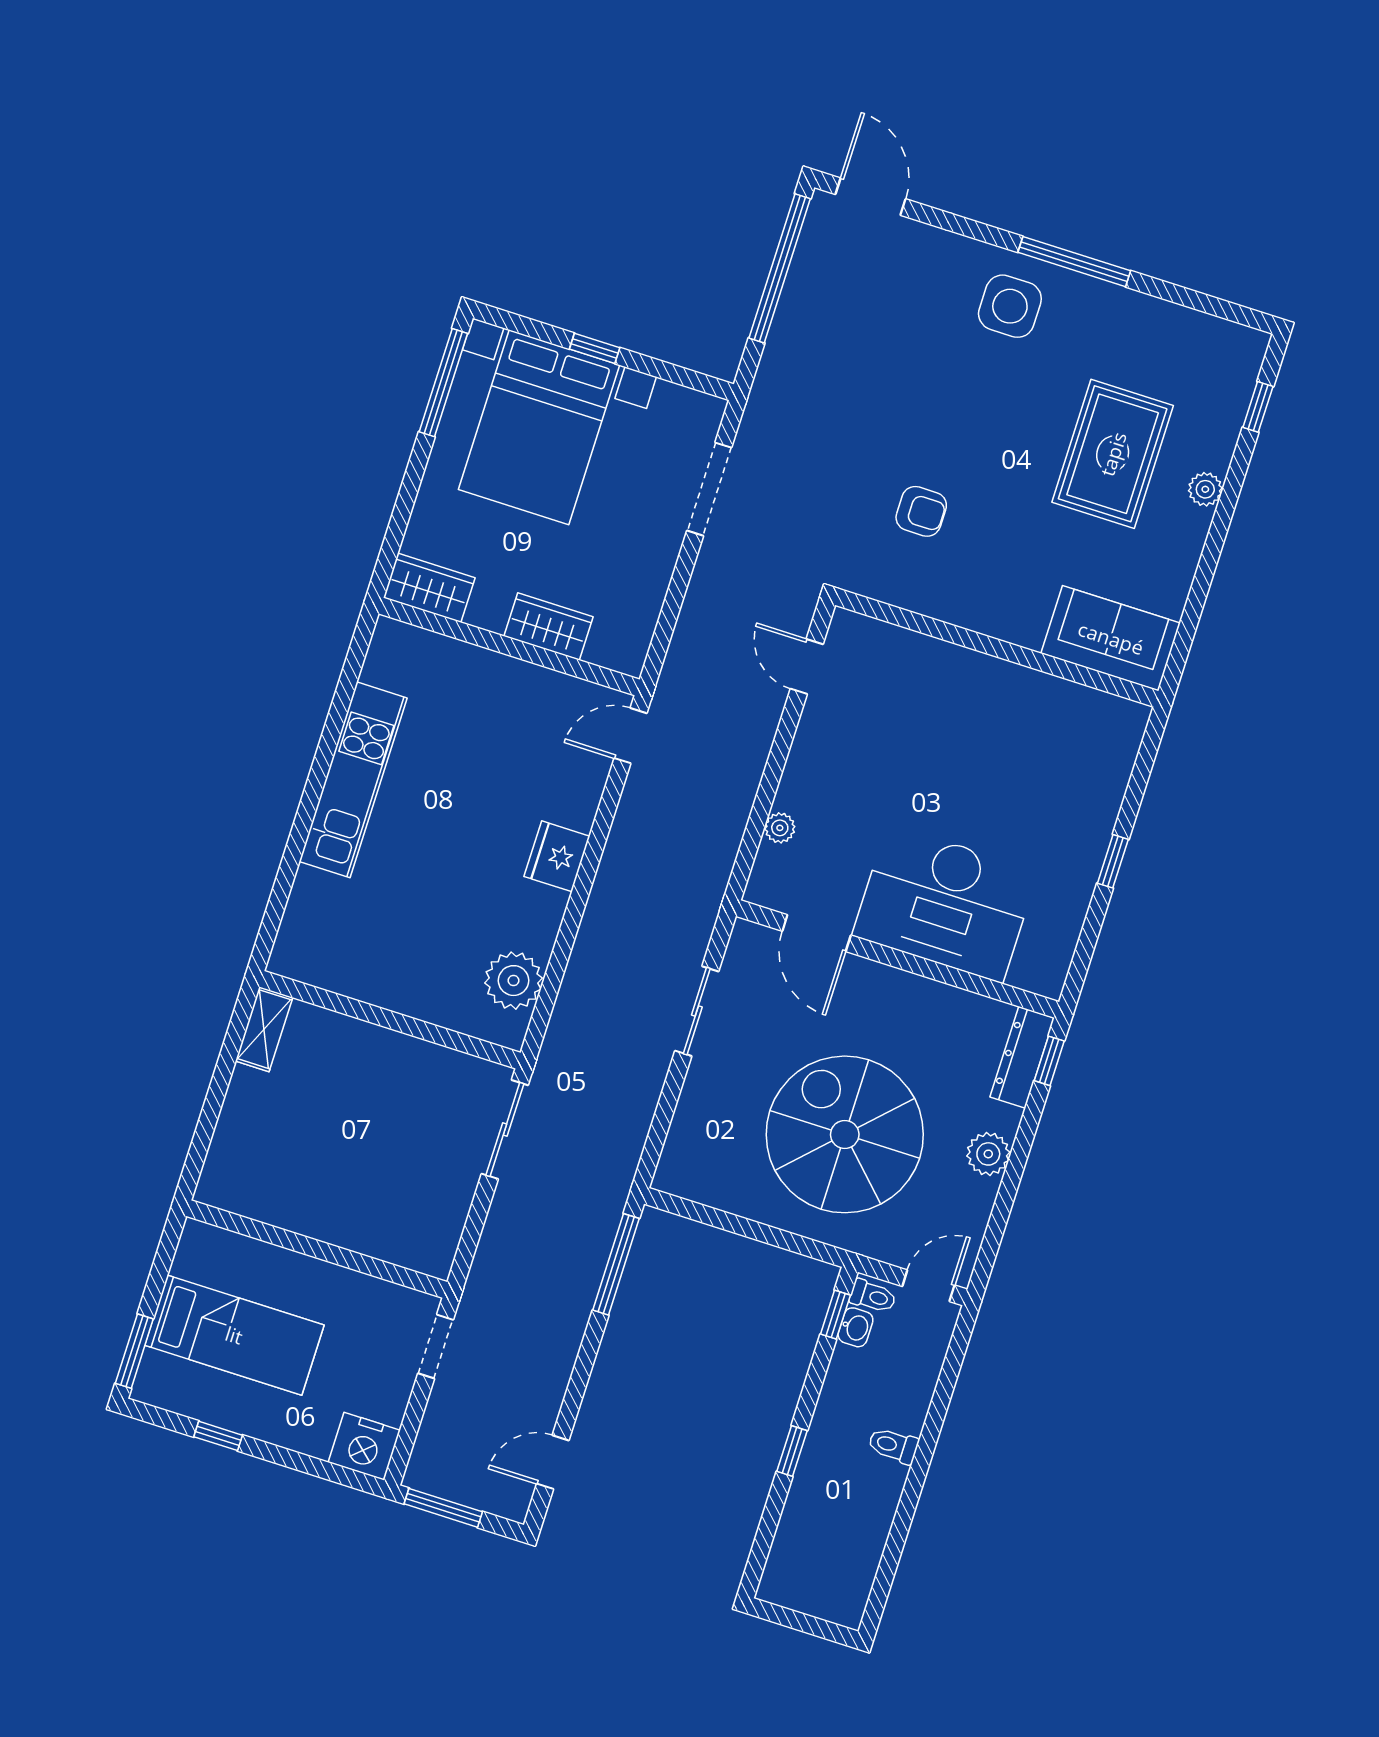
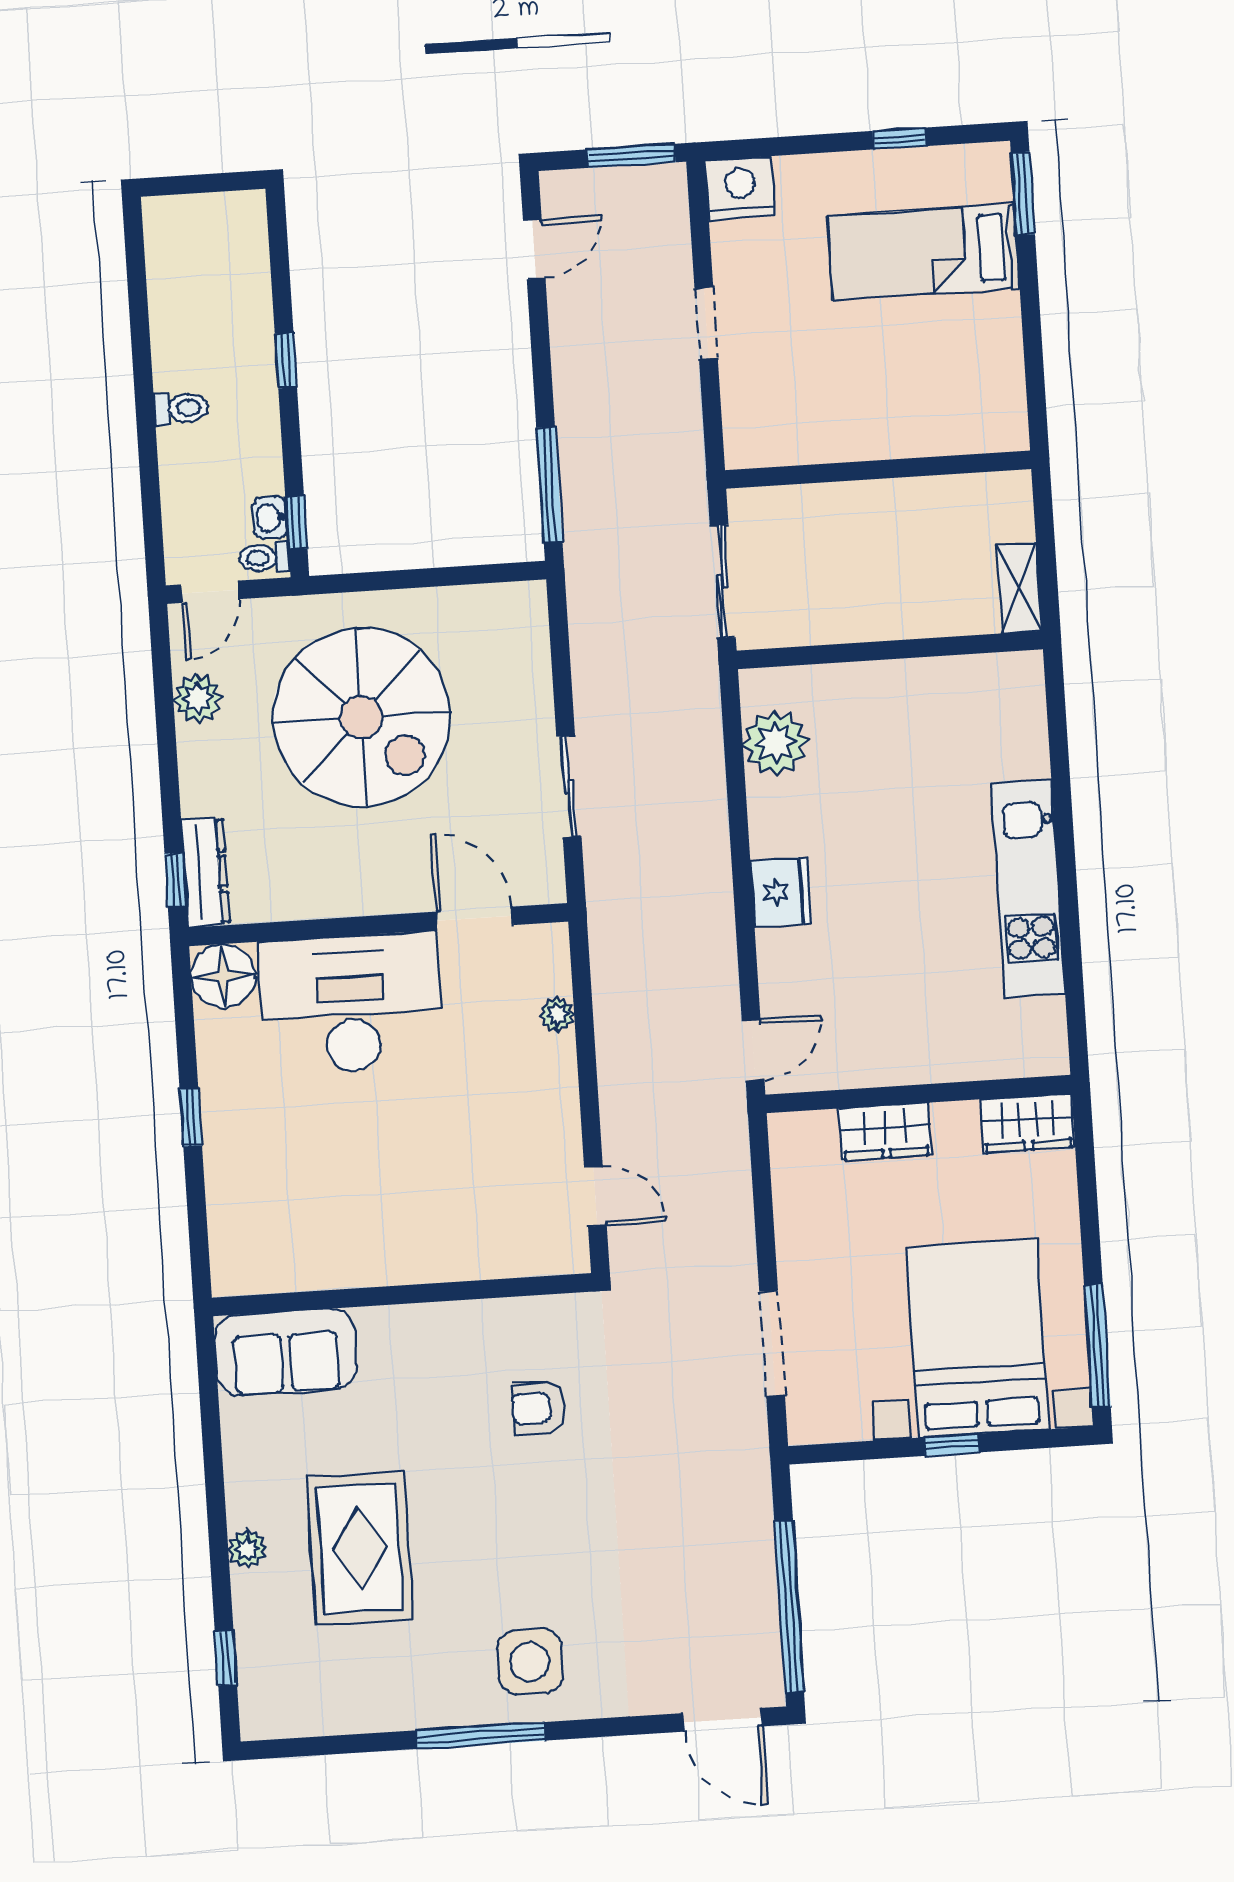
floor lamp: (1041, 967) -> (223, 976), added
plant: (988, 1154) -> (198, 698), moved
wall: (317, 1249) -> (878, 470), moved

